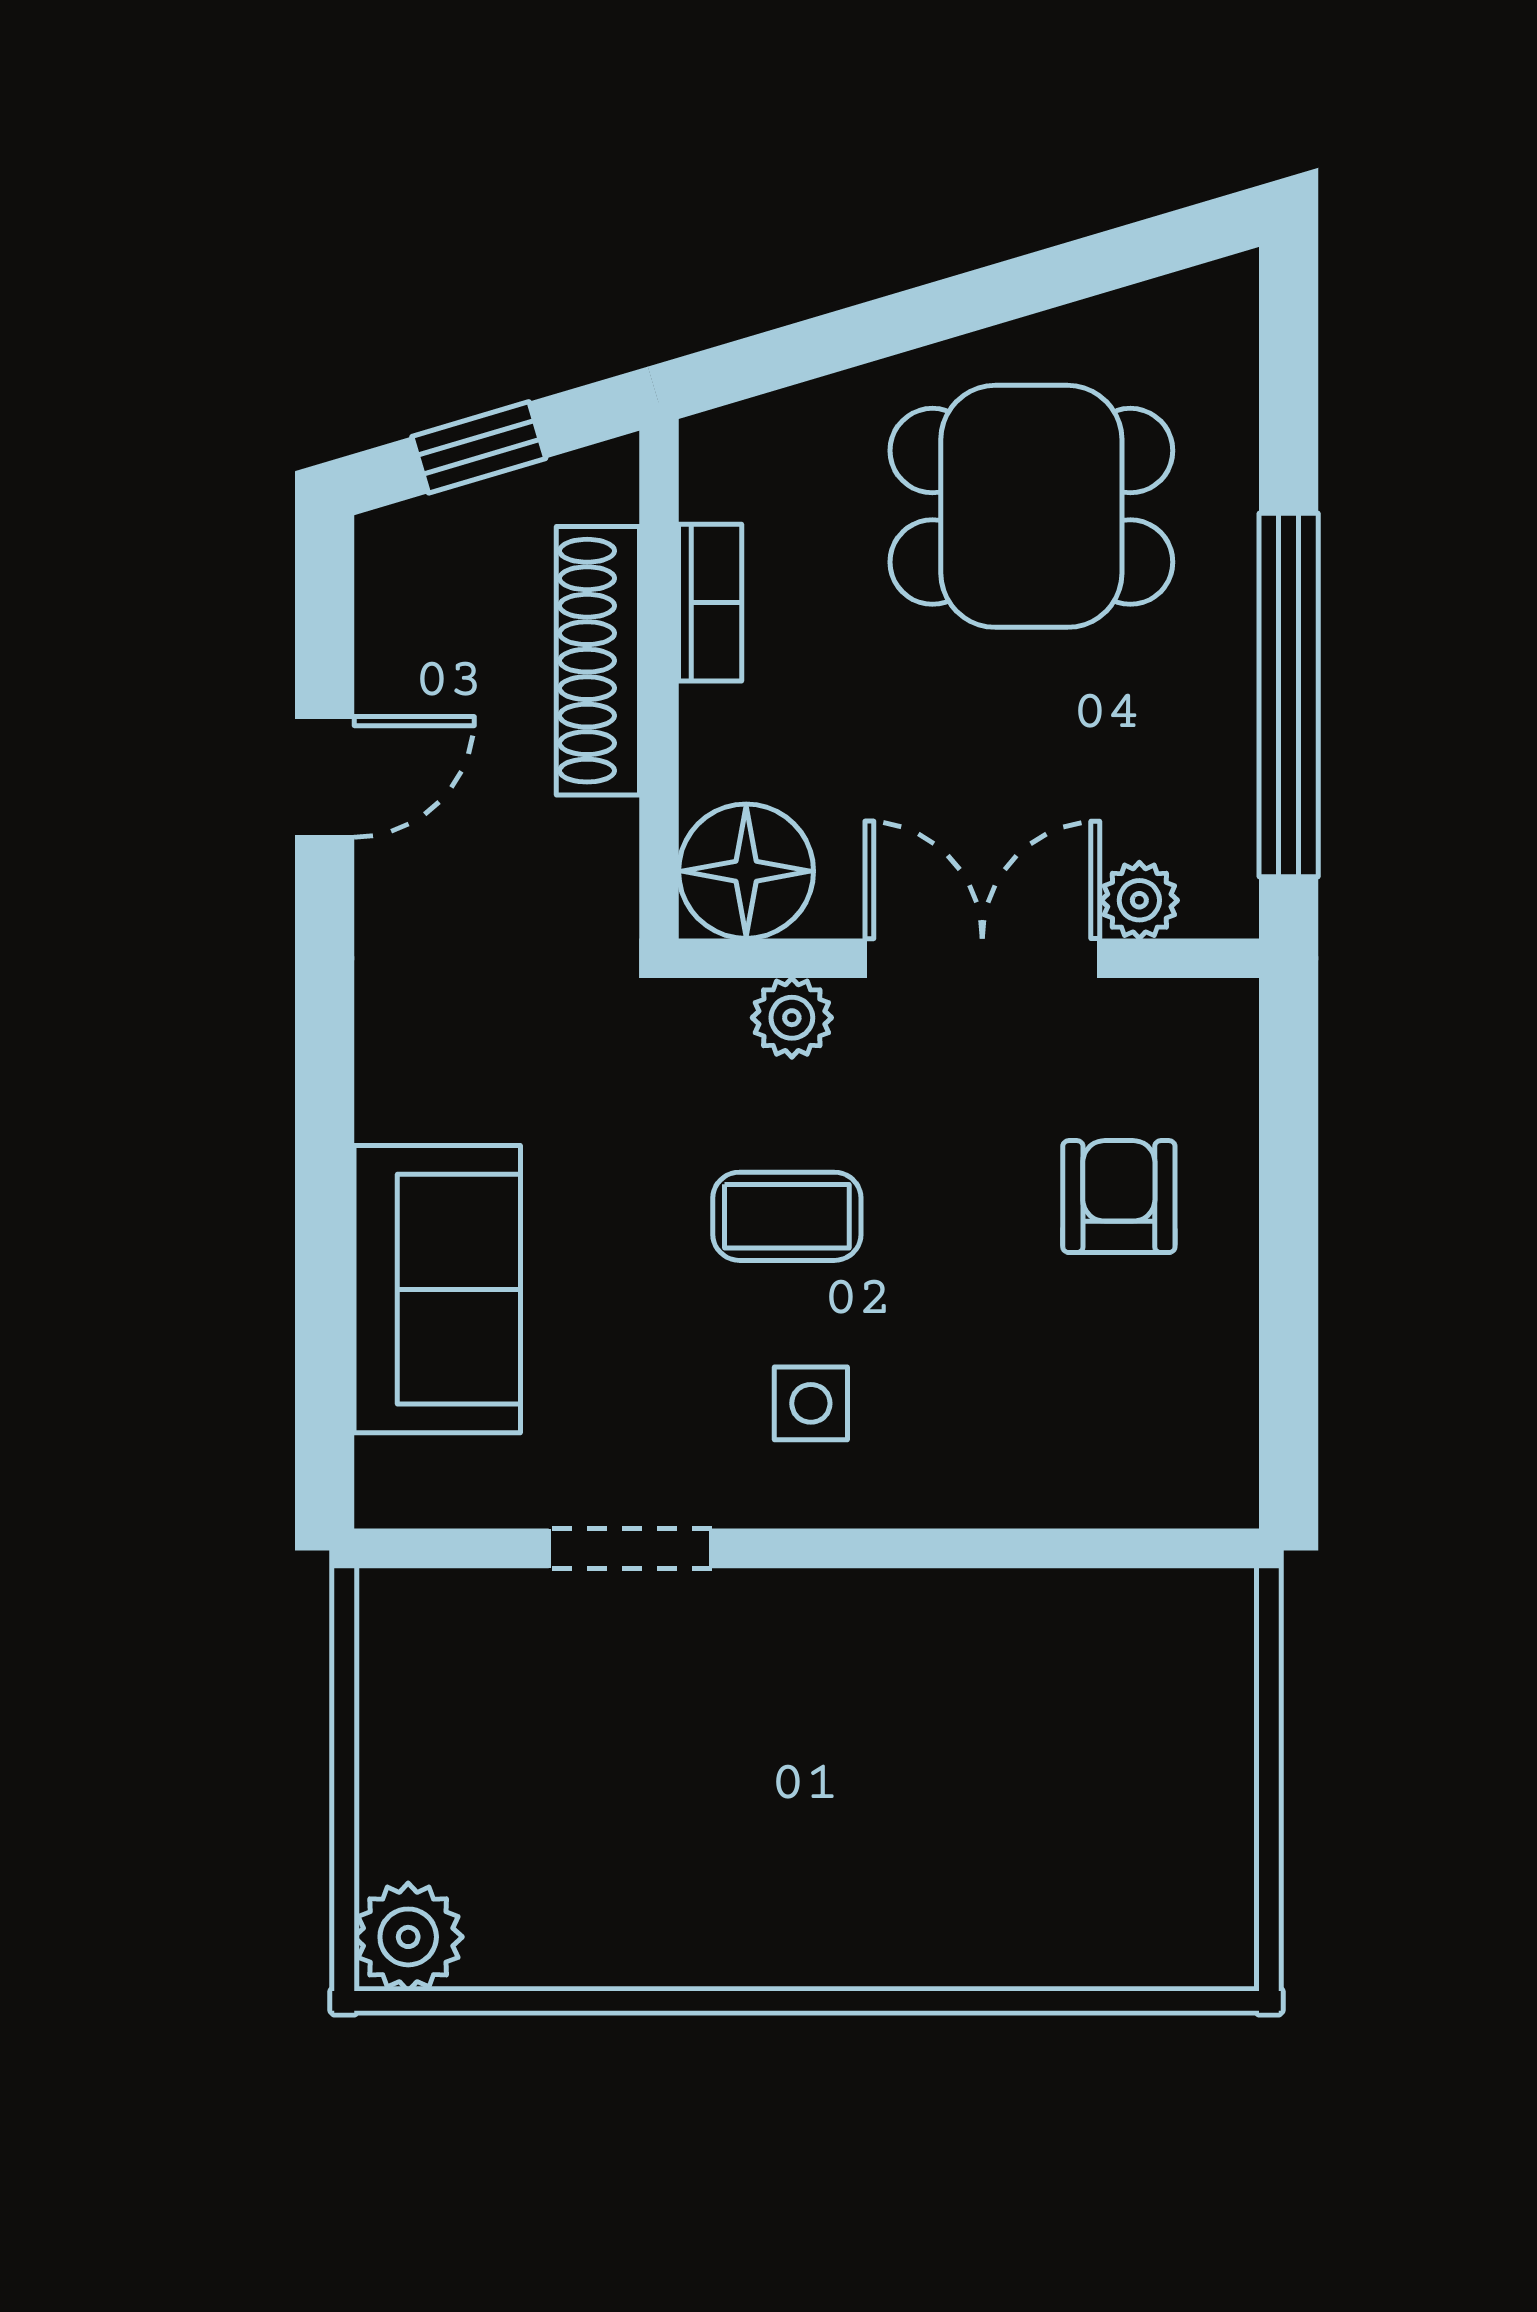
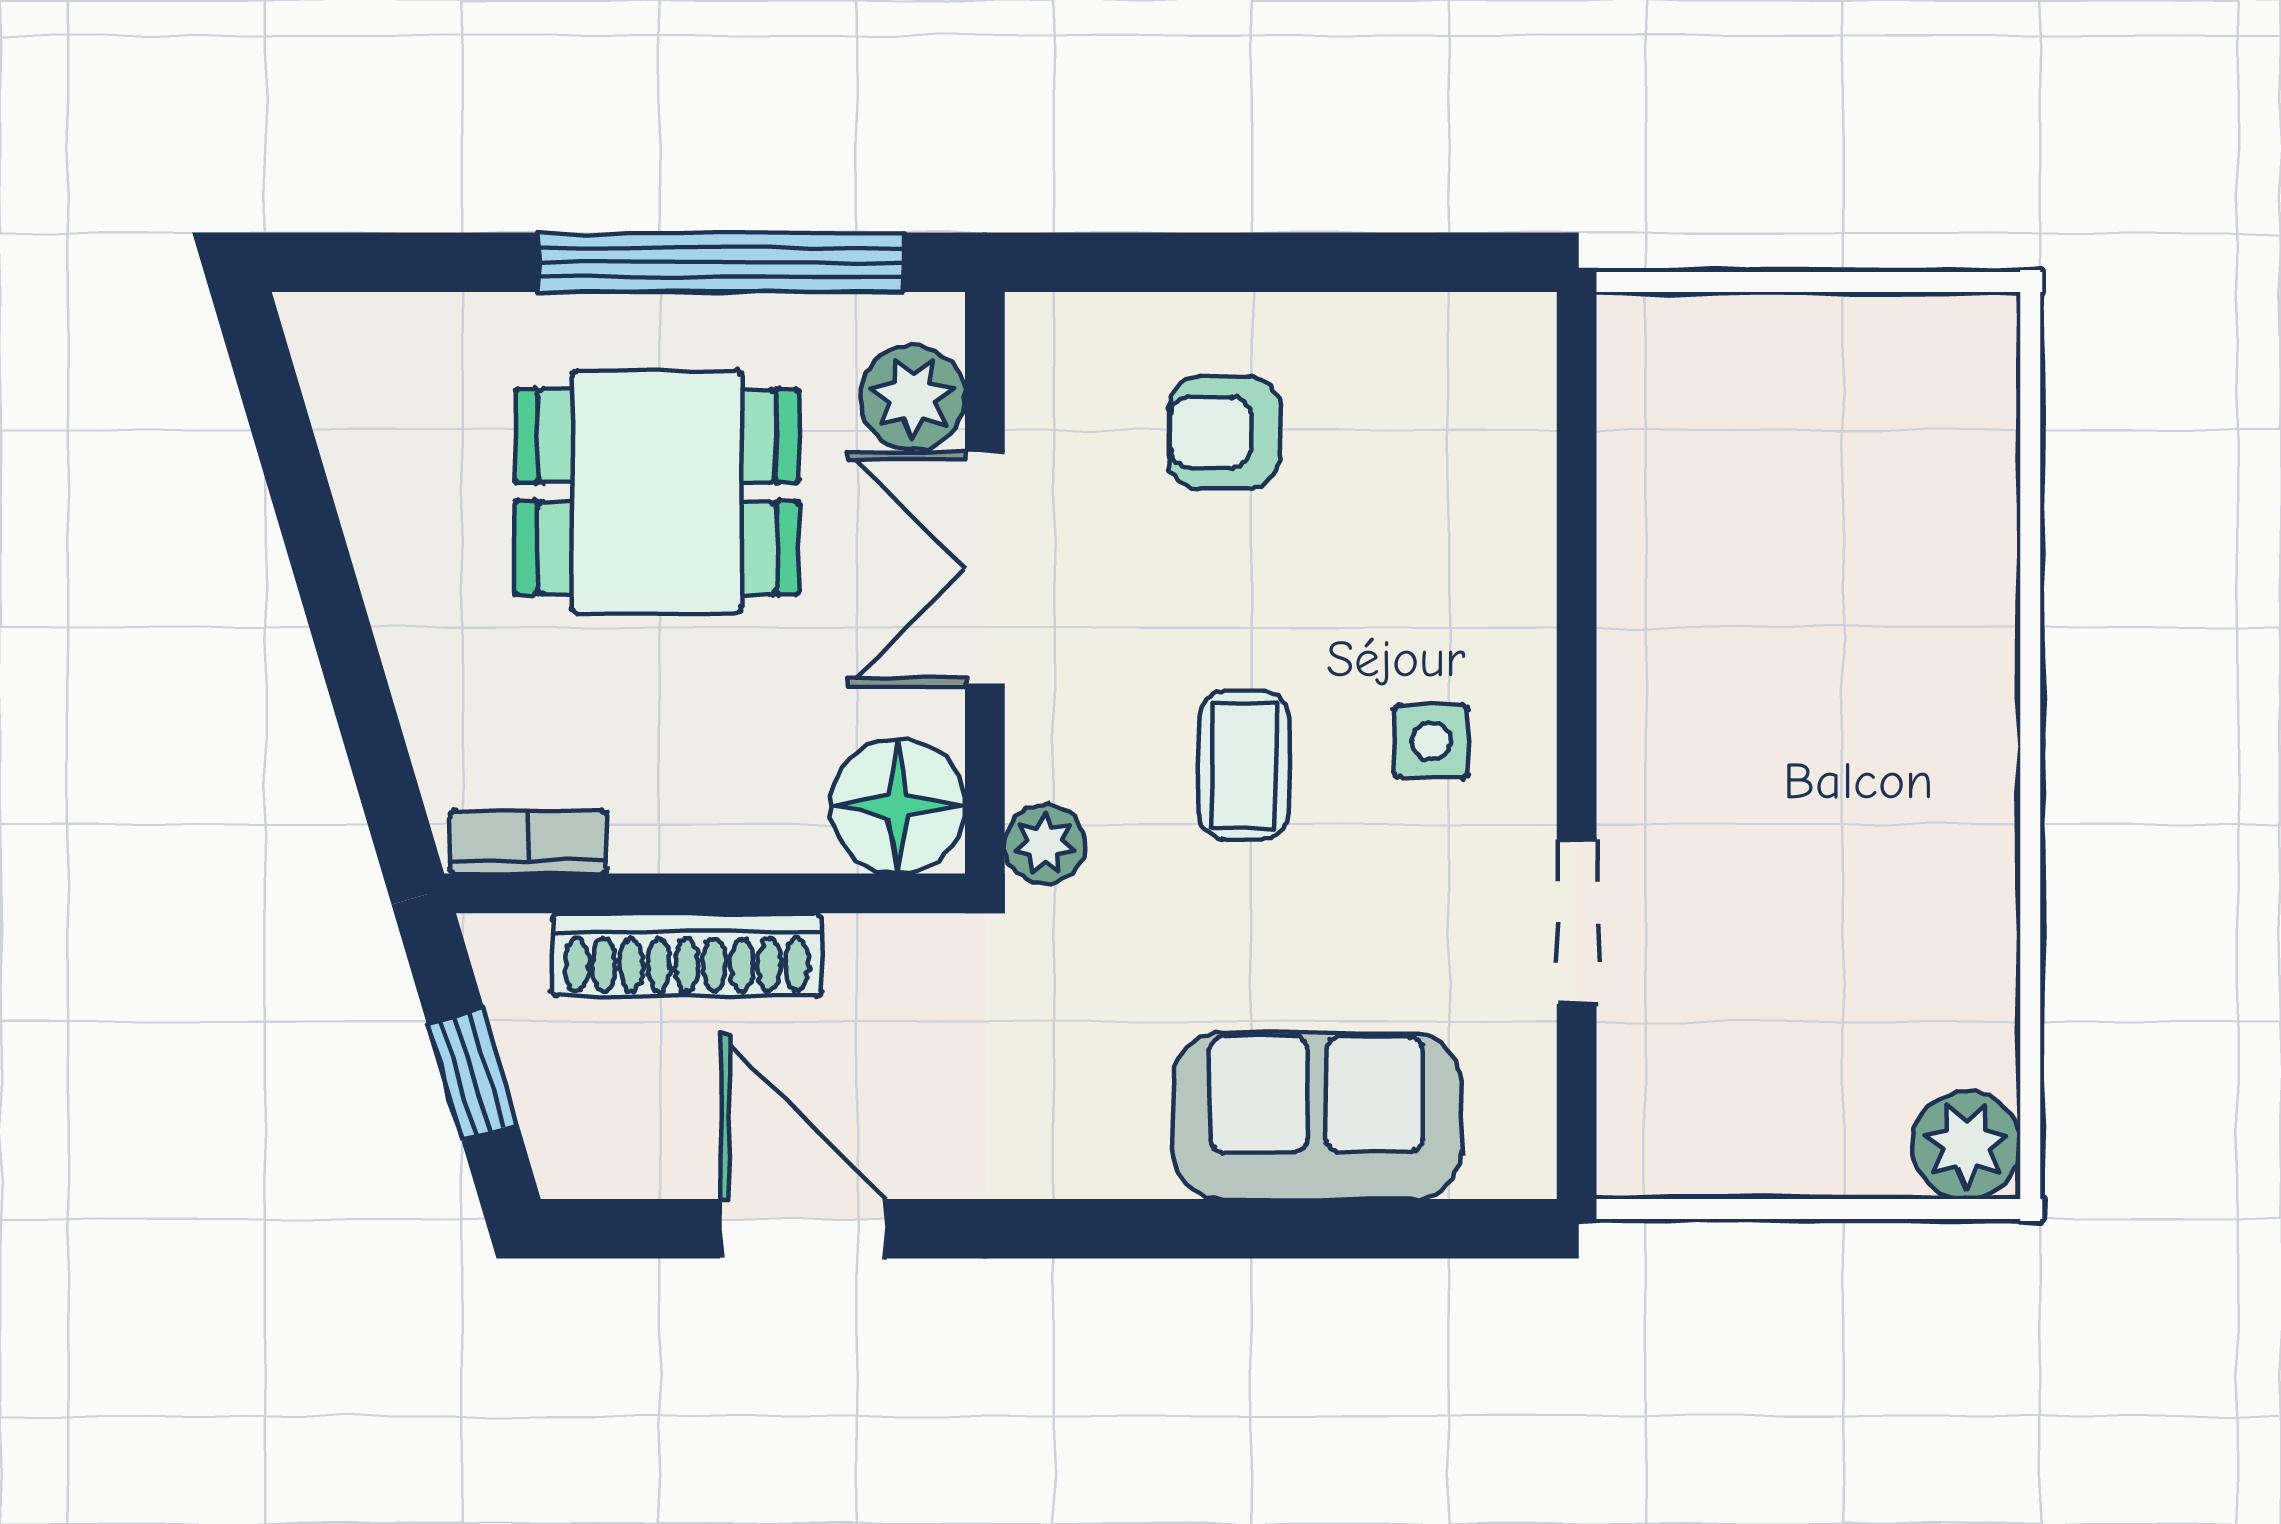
dining table: (1031, 506) -> (657, 492), moved, turned 90
bookcase: (710, 603) -> (528, 842), moved
door: (325, 777) -> (803, 1229), width x1.38
plant: (1139, 900) -> (912, 397), width x1.38, depth x1.38
plant: (792, 1018) -> (1045, 844), moved

